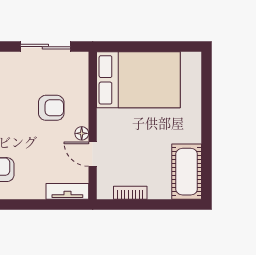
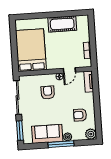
sliding door: (45, 47) -> (18, 97), width x1.37
cot: (187, 172) -> (62, 24), moved

